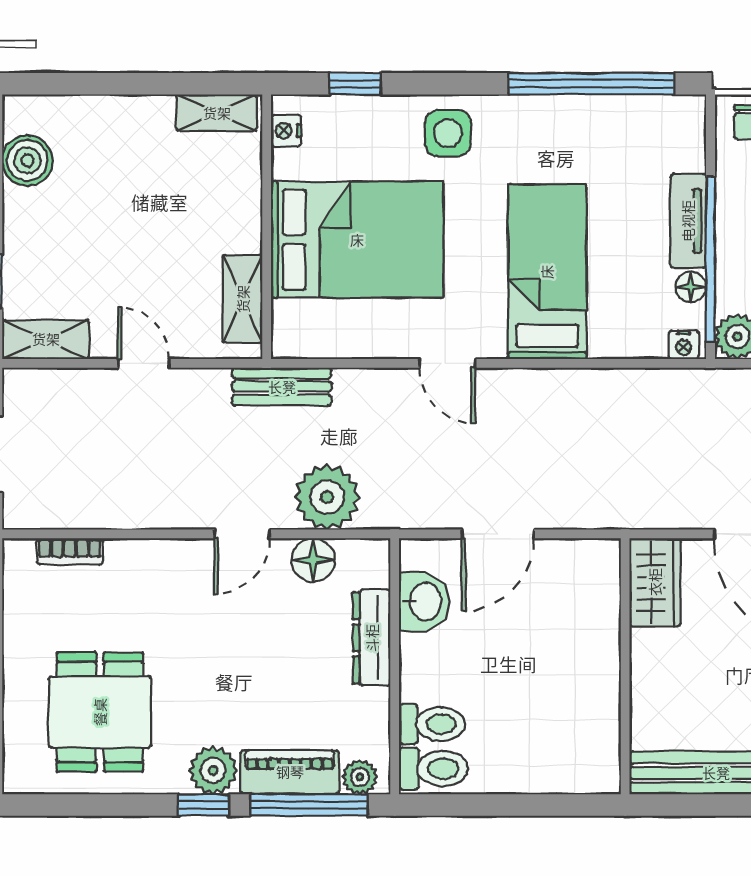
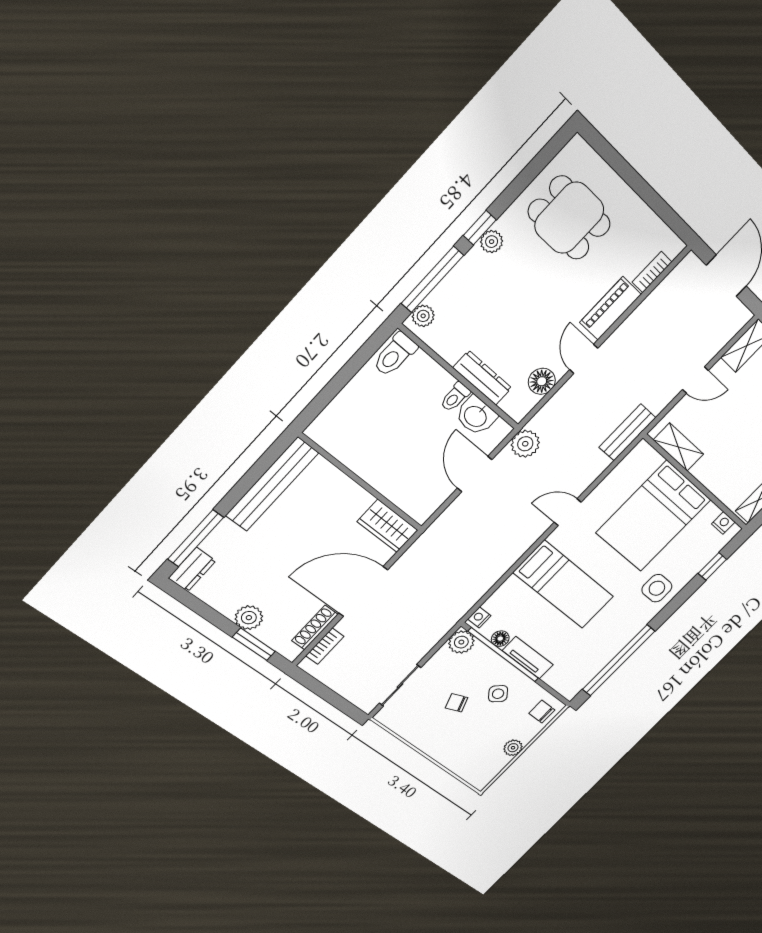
plant: (327, 497) -> (525, 444), moved, width x0.73, depth x0.73
toilet: (432, 724) -> (455, 397), moved, width x0.73, depth x0.72
plant: (213, 770) -> (492, 242), width x0.73, depth x0.73
piano: (290, 772) -> (610, 308), moved, turned 180

